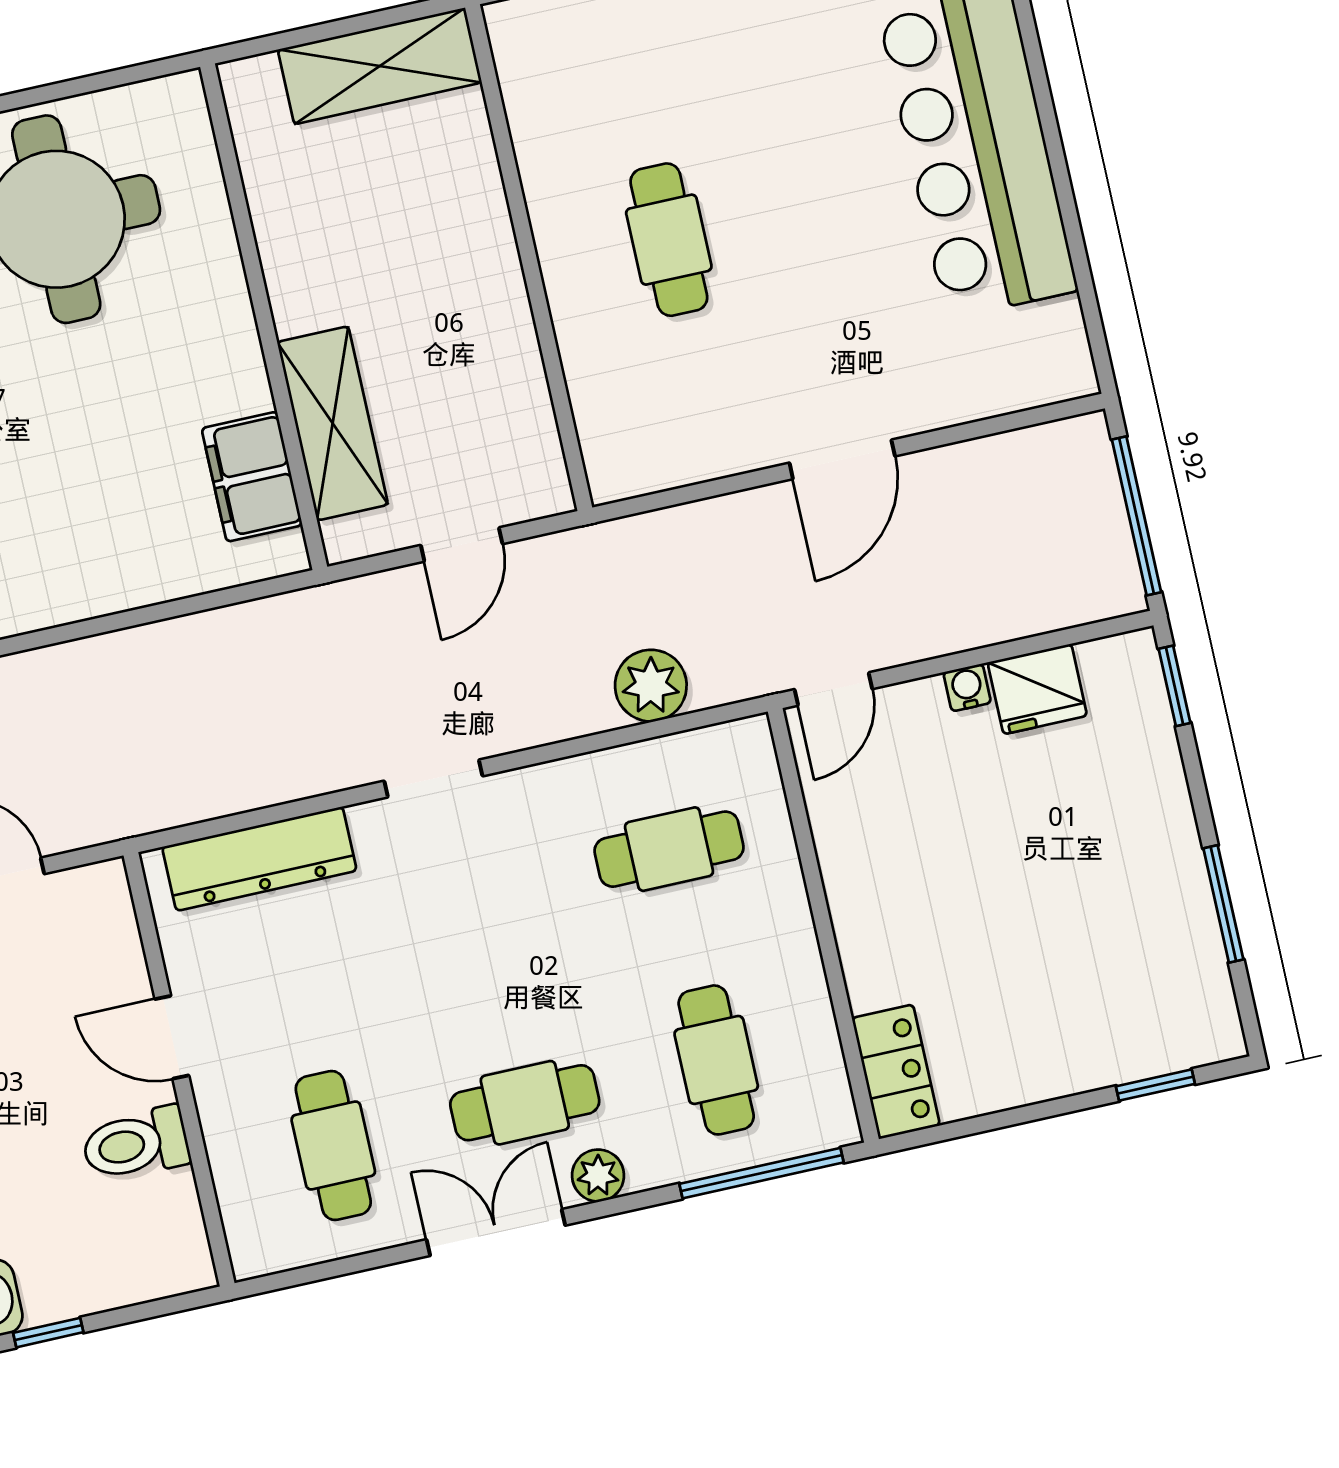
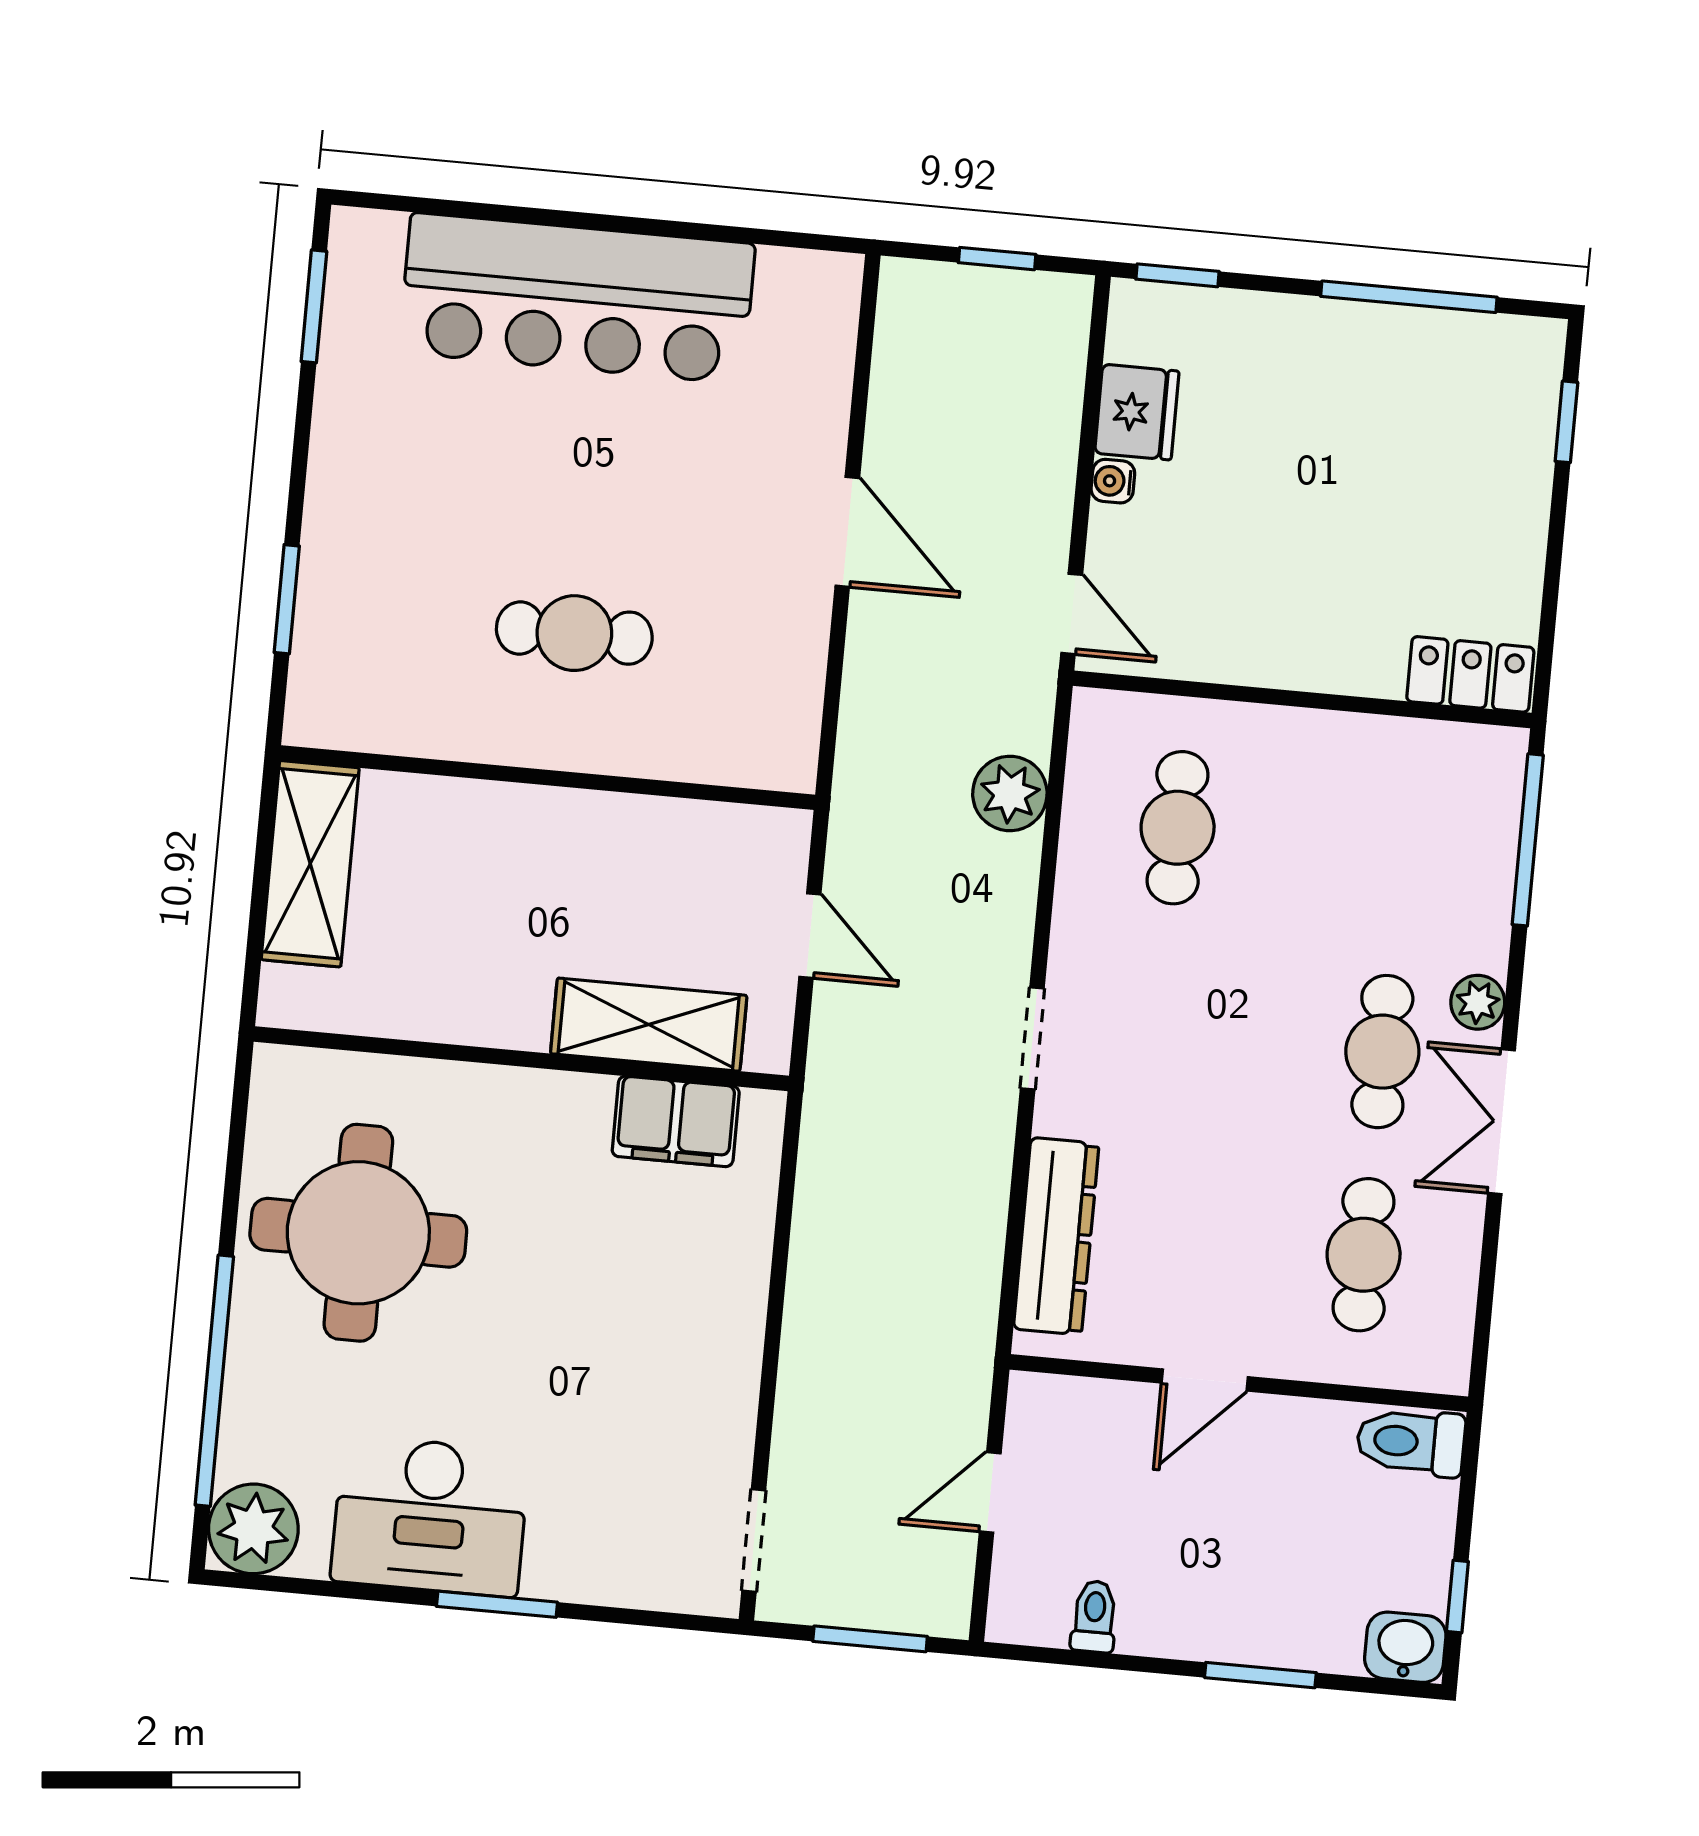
window: (1137, 516) -> (997, 259), width x0.46
window: (1223, 904) -> (1409, 297), width x1.44
cafe table: (716, 1060) -> (1401, 848), removed
toilet: (136, 1144) -> (1411, 1442), moved, turned 90
cafe table: (333, 1146) -> (1364, 1255), turned 90

